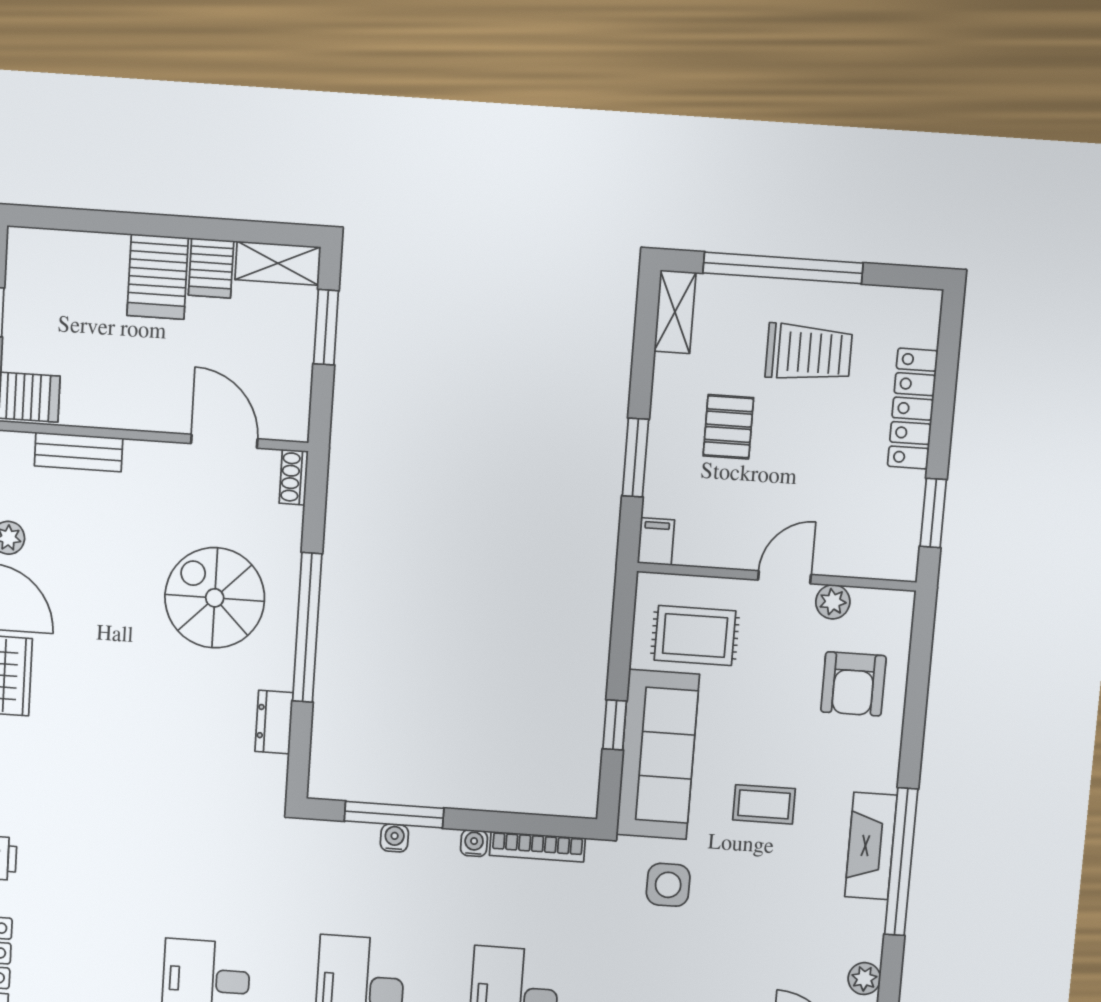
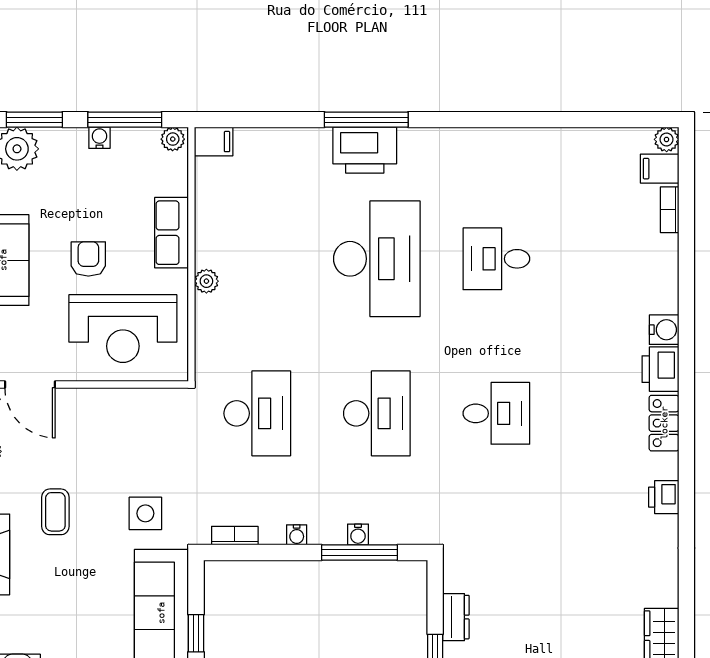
coffee table: (764, 804) -> (55, 512), moved, turned 90
bookcase: (537, 847) -> (235, 536), width x0.64

